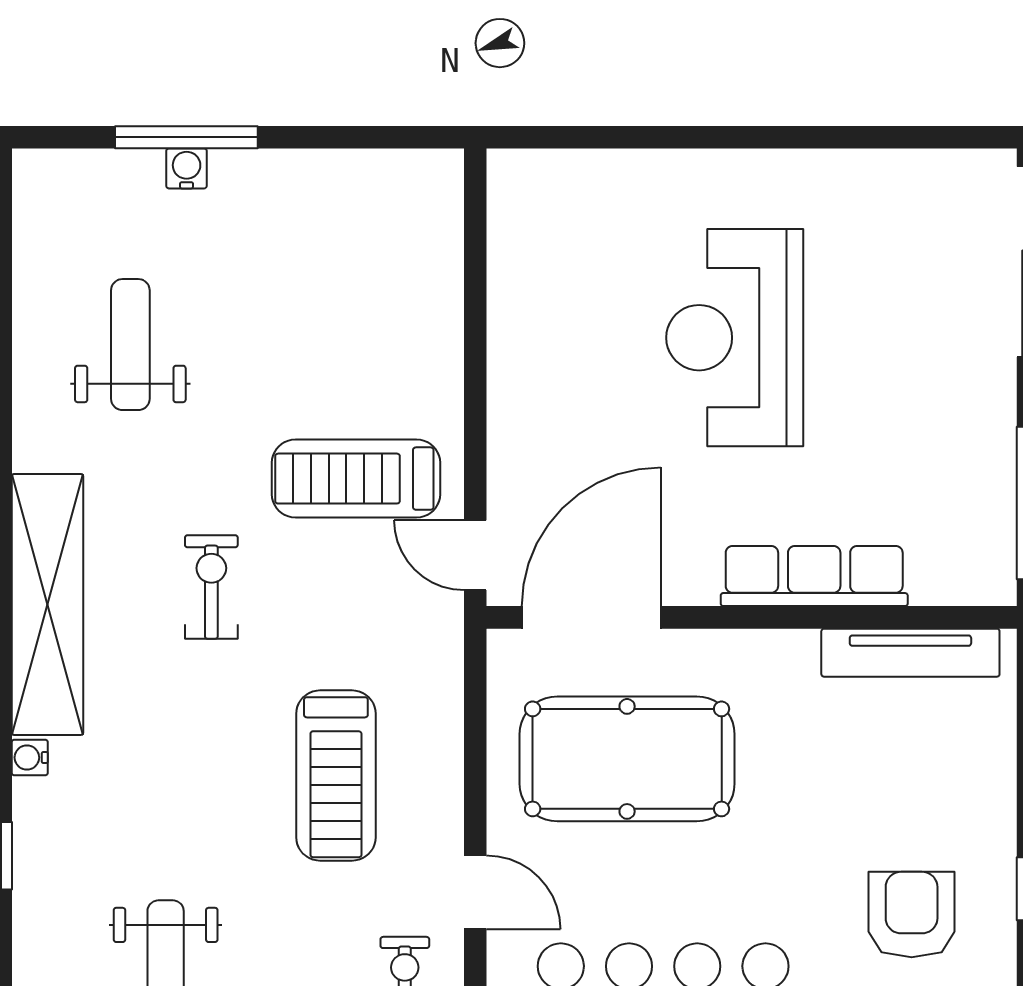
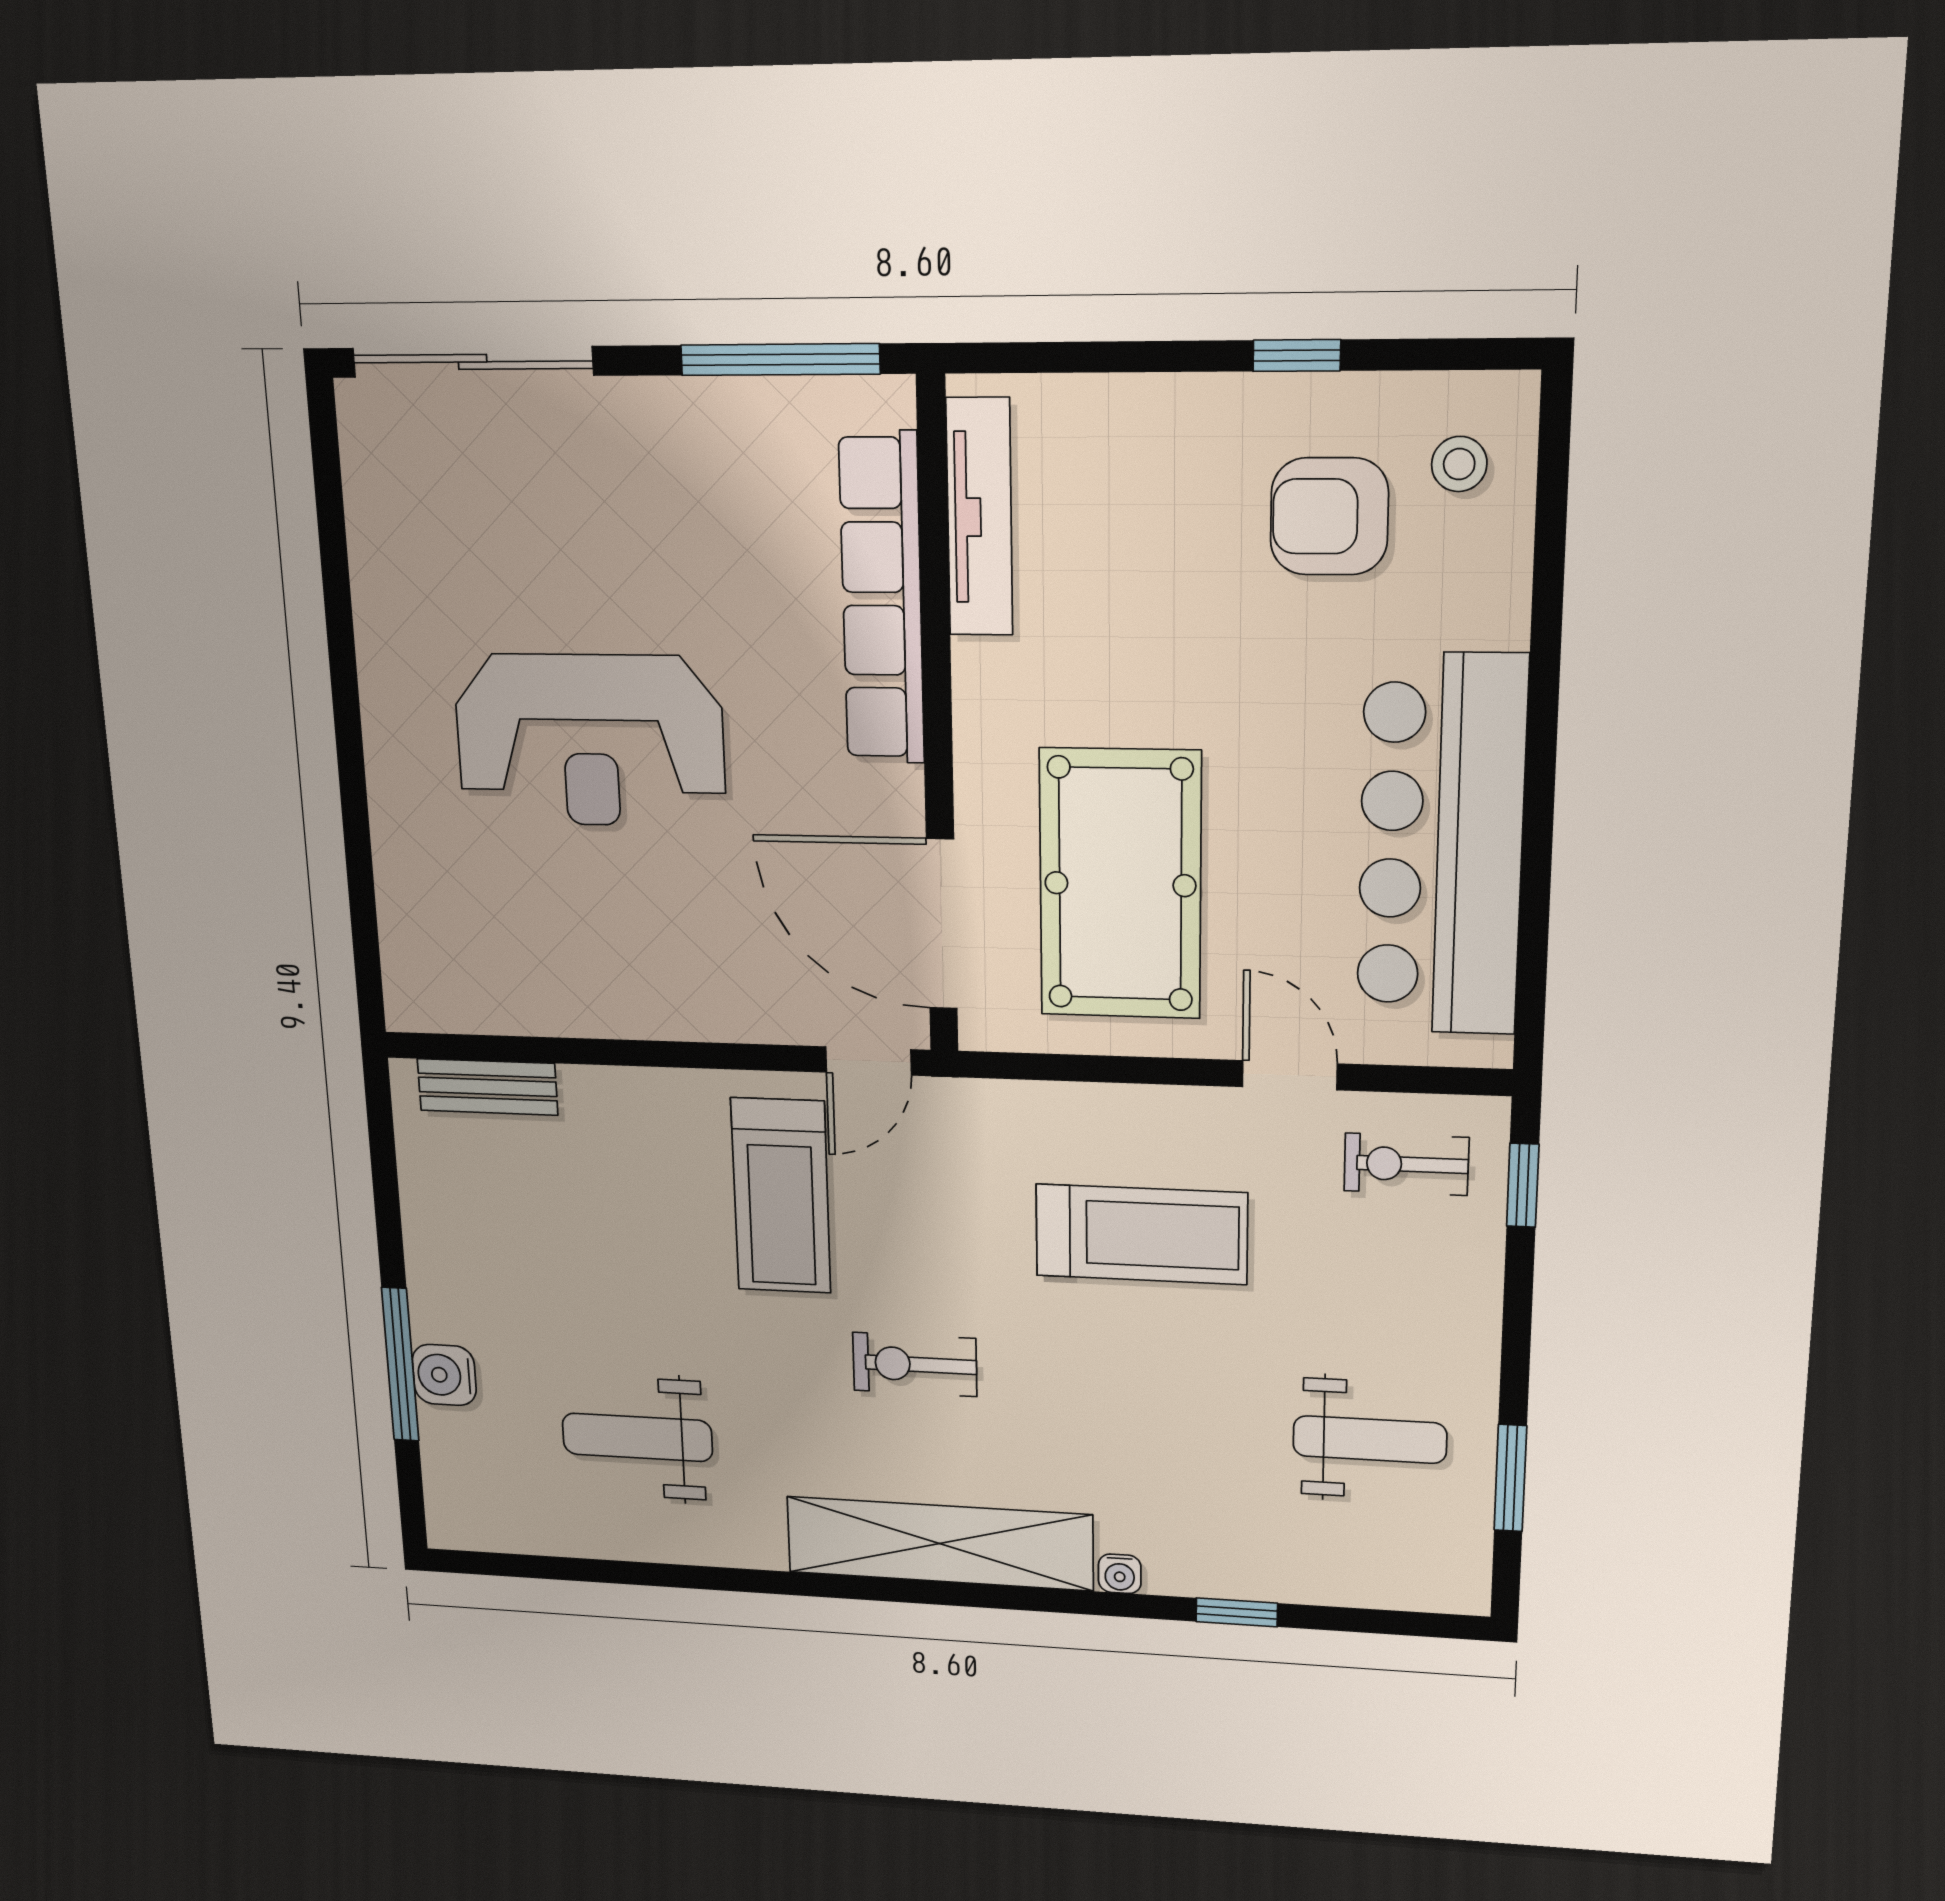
water cooler: (187, 168) -> (444, 1375), width x1.38, depth x1.38
bench: (442, 233) -> (487, 1087), added
row of seats: (814, 576) -> (882, 599), width x1.36
door: (475, 892) -> (1290, 1075), hinge flipped

